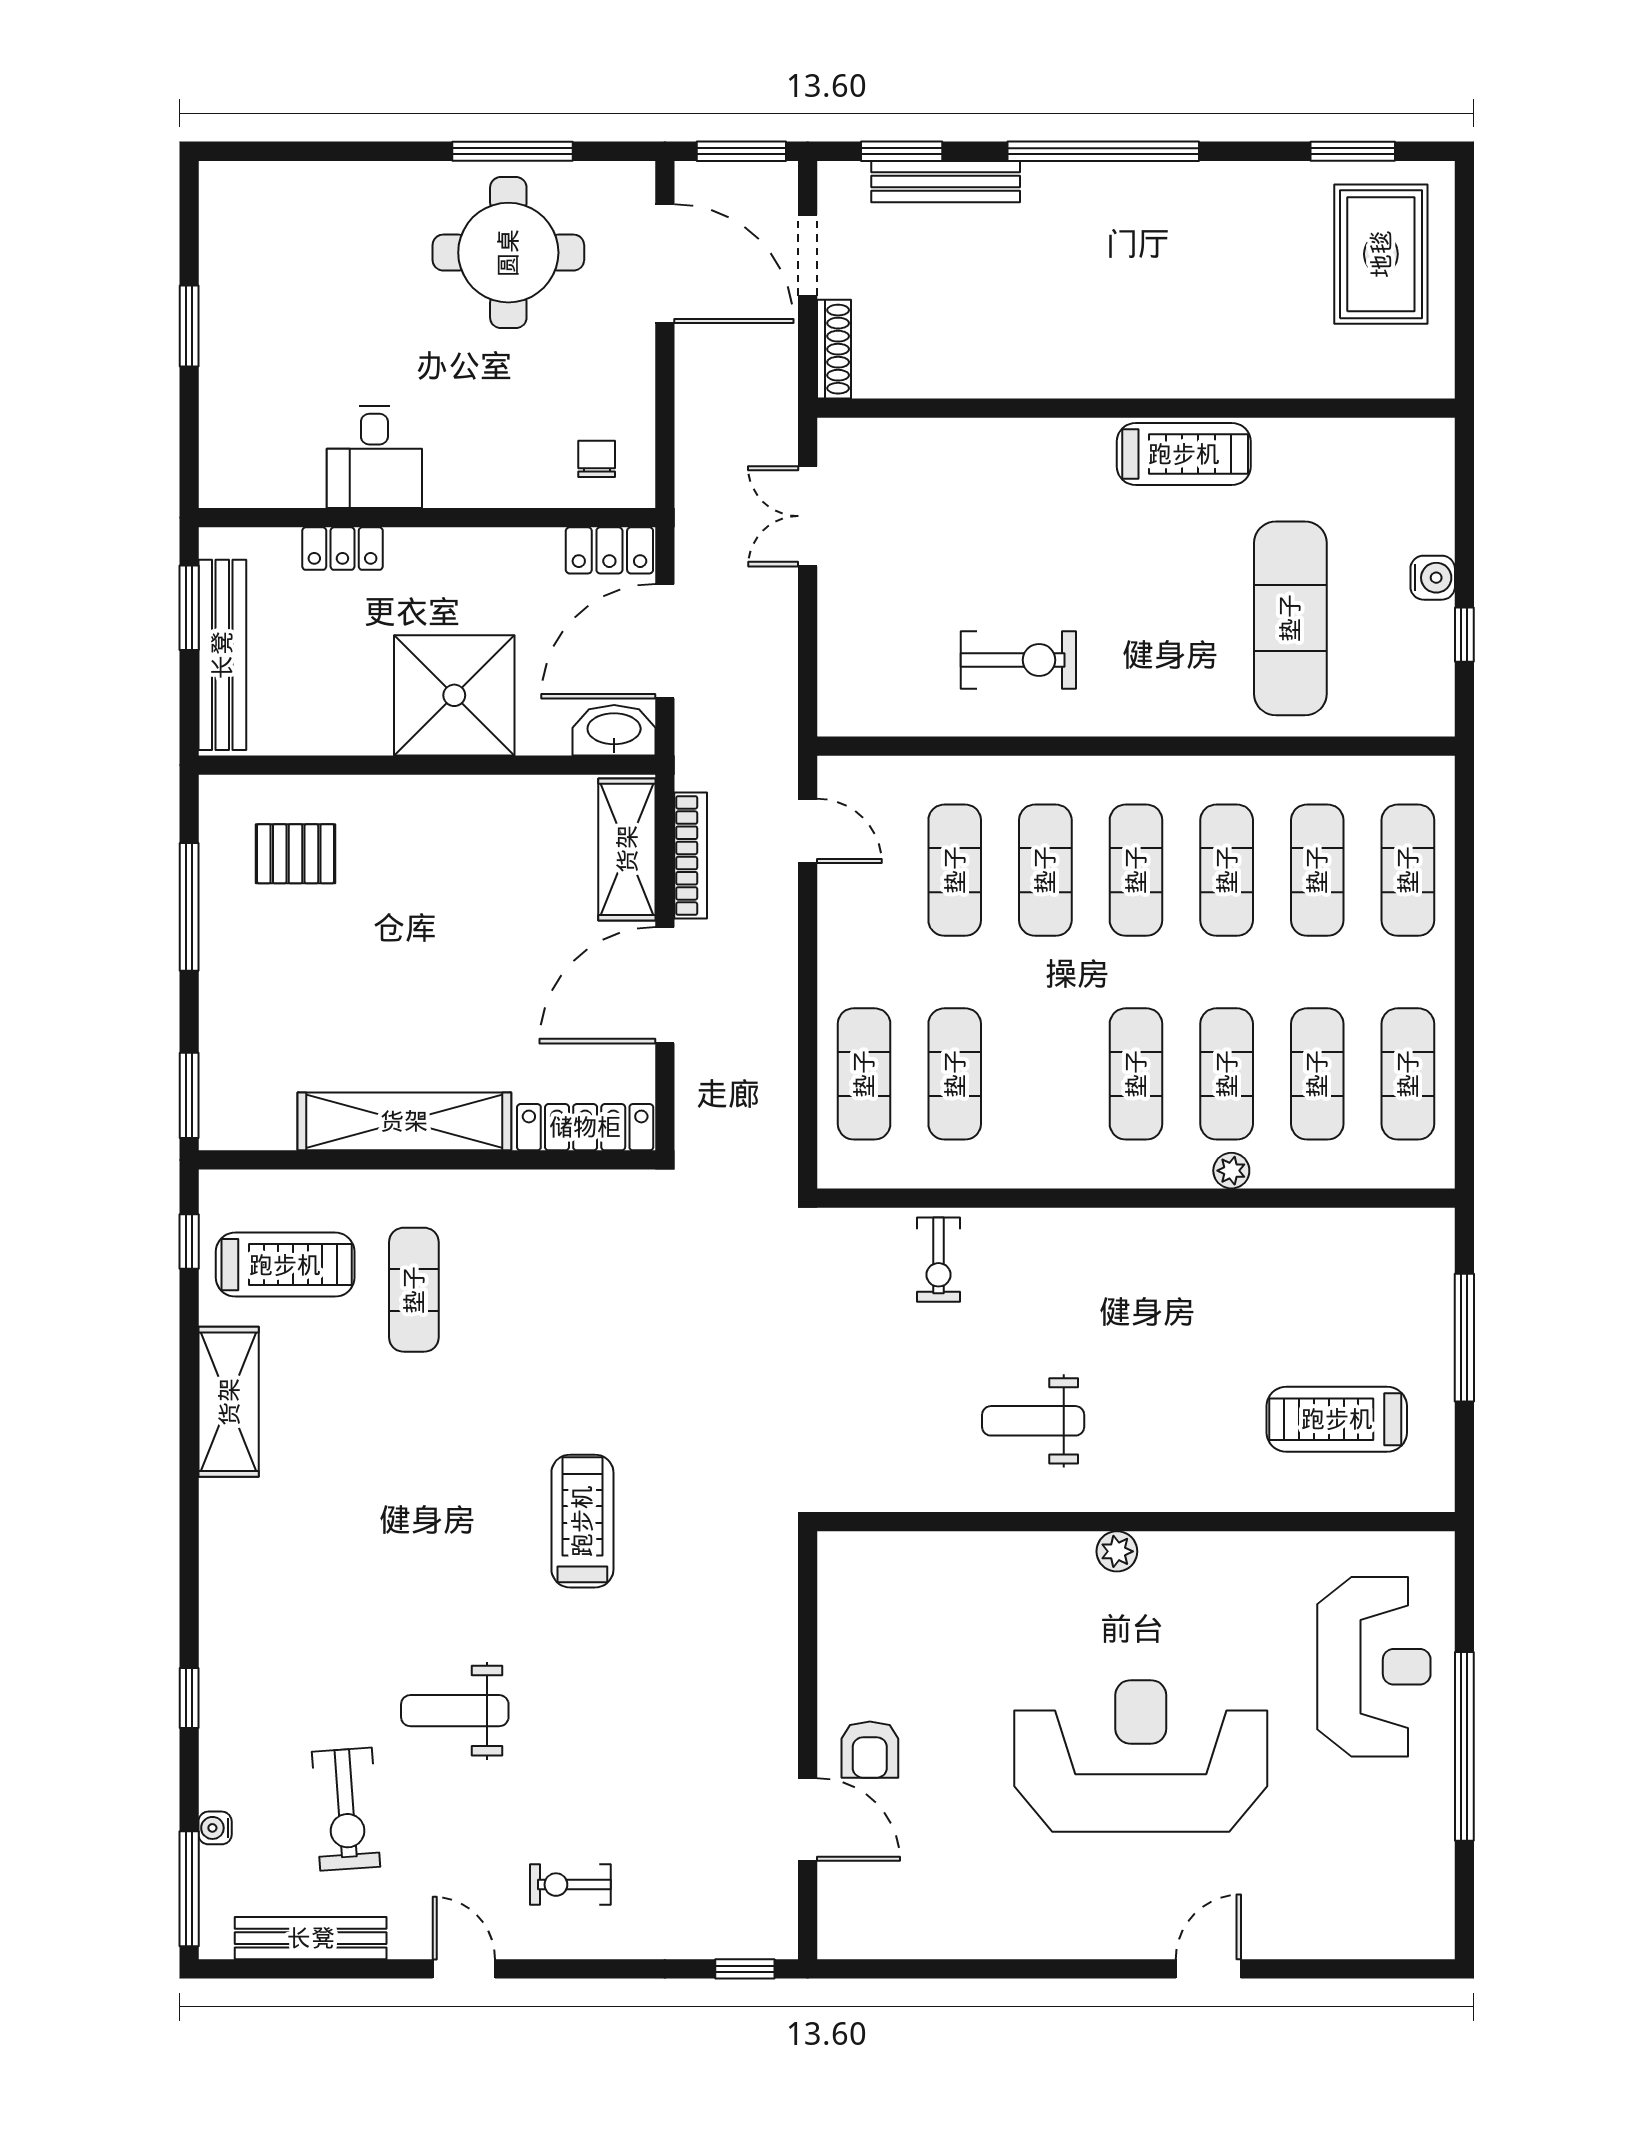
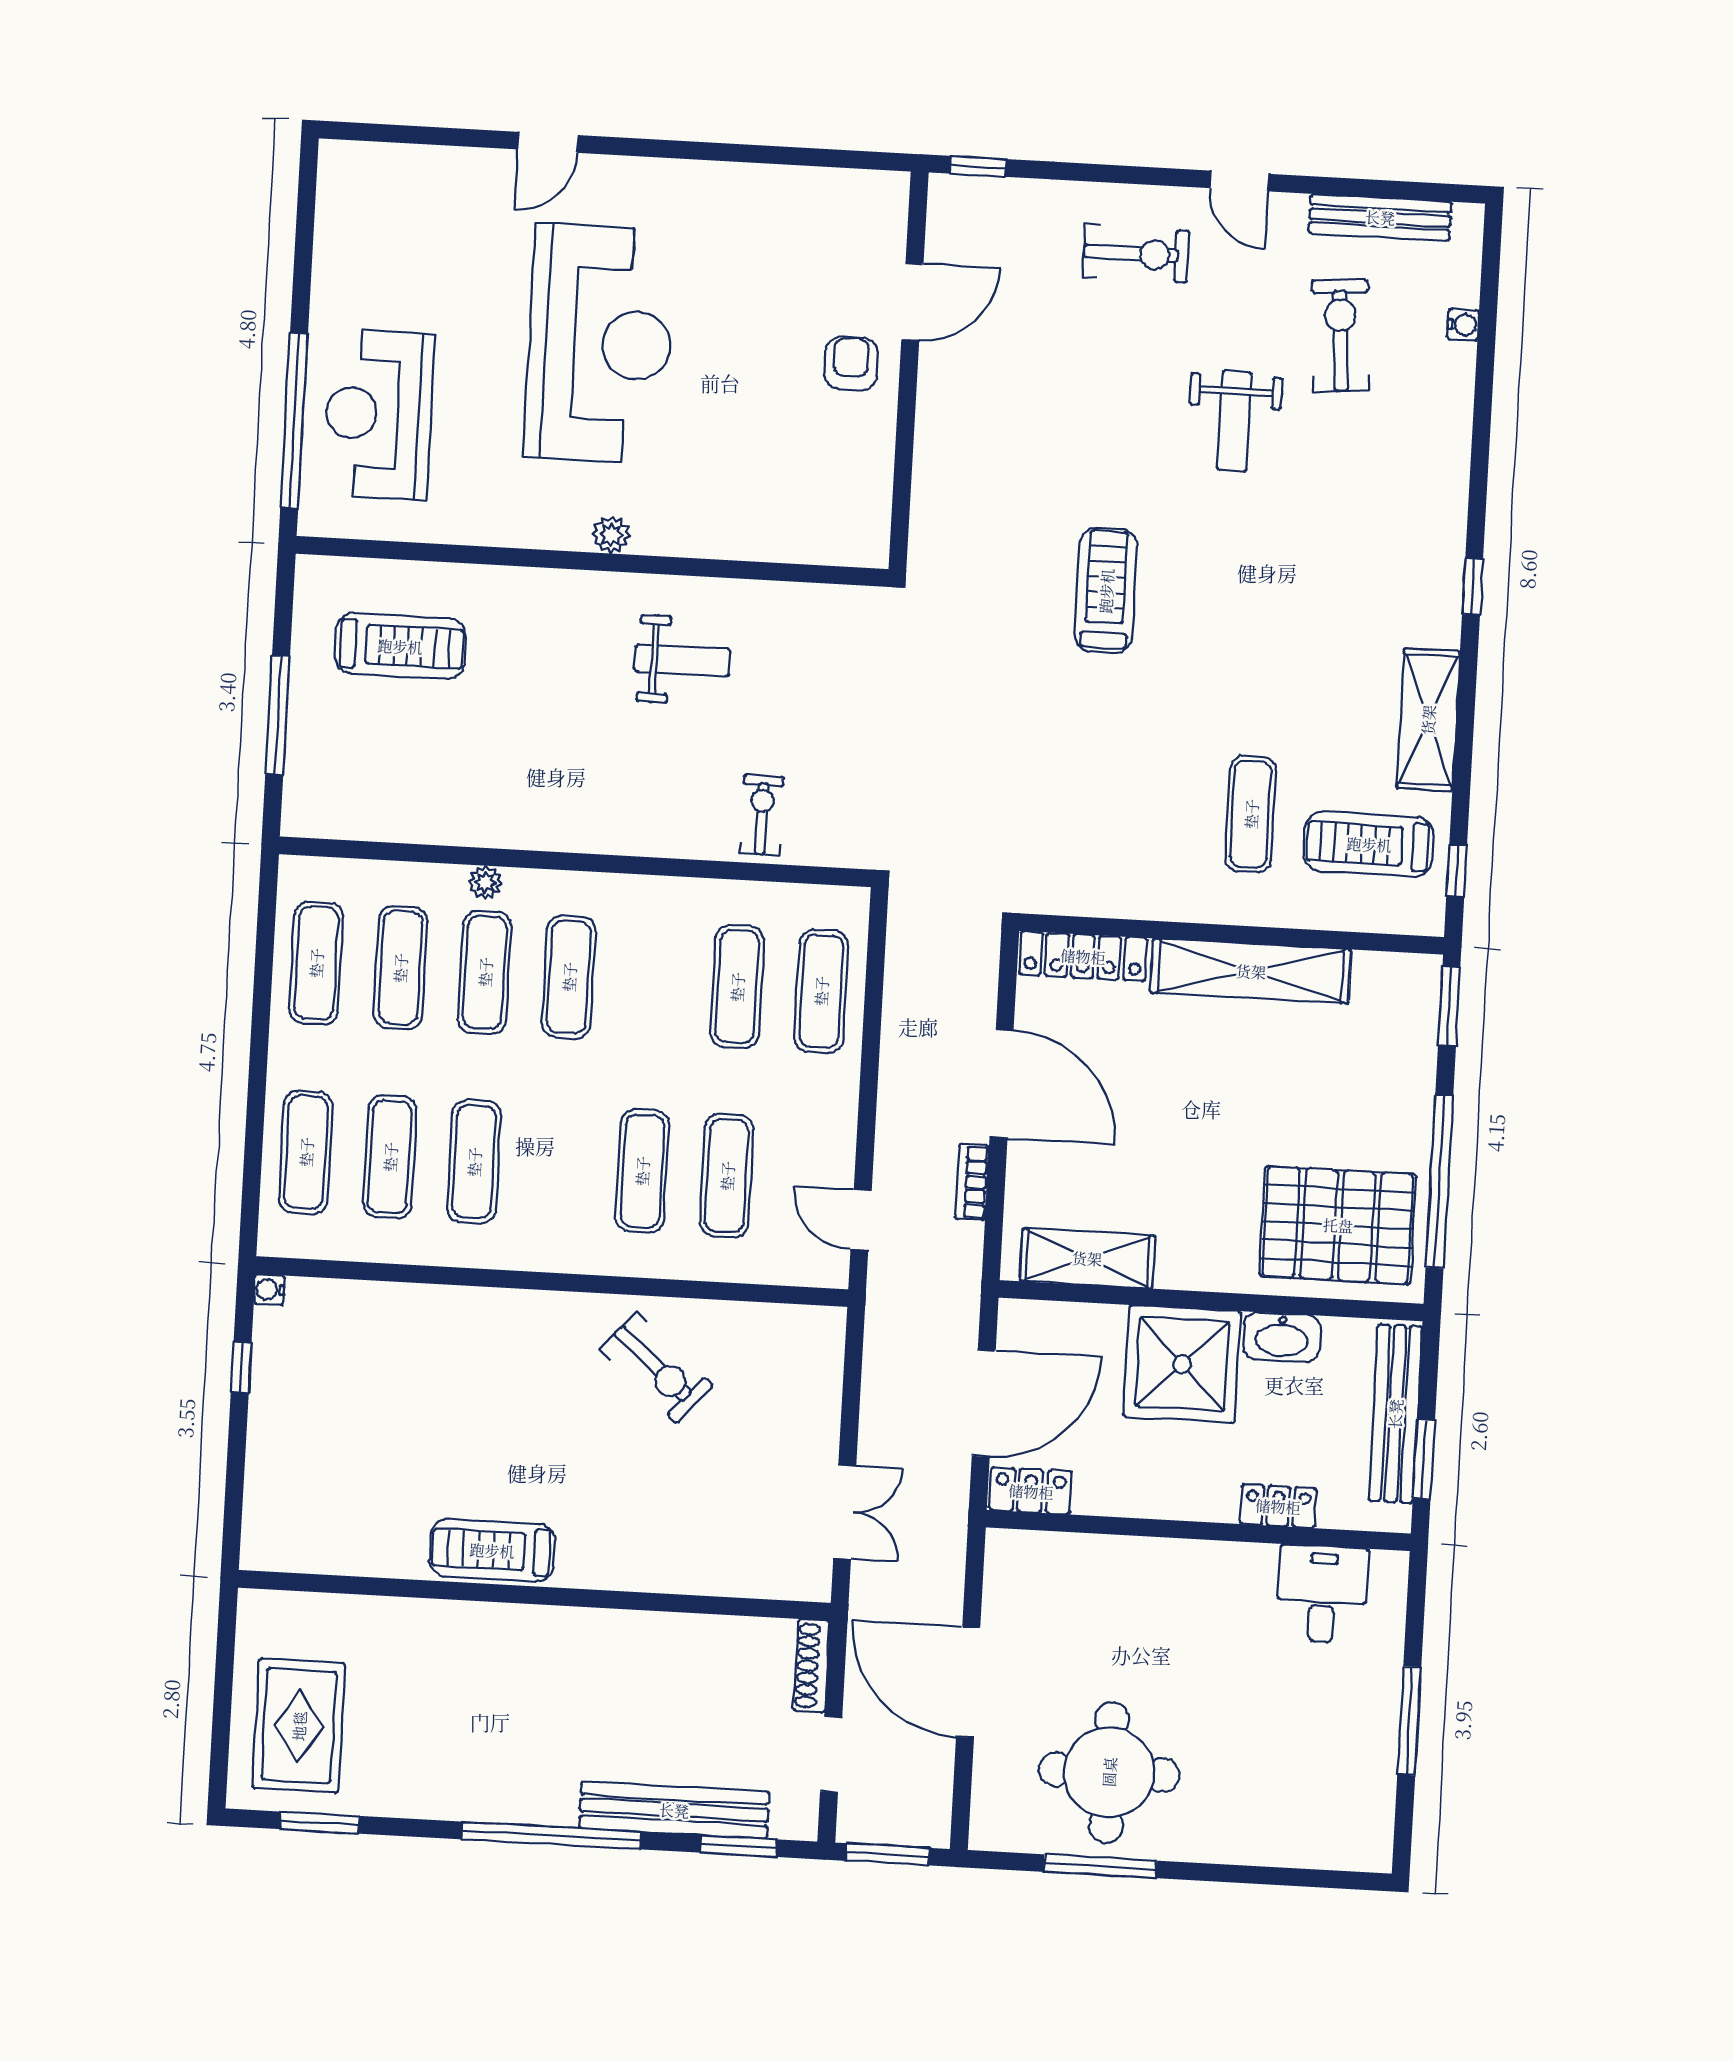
bench: (946, 182) -> (674, 1810), width x1.37, depth x1.21
door: (665, 264) -> (968, 1682), moved
window: (189, 326) -> (1409, 1721), width x1.44
desk: (374, 457) -> (1322, 1594), moved
chair: (597, 459) -> (1038, 1576), removed
water cooler: (1433, 578) -> (269, 1290), moved, width x0.72, depth x0.72
exercise mat: (1290, 618) -> (402, 1392), removed
exercise bike: (1018, 660) -> (657, 1368), turned -139
washbasin: (614, 730) -> (1282, 1337), moved
shelving: (627, 849) -> (1087, 1258), moved, turned 90
pallet: (296, 854) -> (1338, 1225), width x2.05, depth x2.00
bookcase: (691, 855) -> (972, 1182), width x0.64
exercise mat: (1136, 870) -> (558, 1166), removed
window: (189, 907) -> (1439, 1181), width x1.46
door: (665, 985) -> (1002, 1084), hinge flipped
treadmill: (582, 1521) -> (1106, 591), turned 180
window: (189, 1698) -> (1473, 587), moved
weight bench: (455, 1711) -> (1234, 421), turned 90
window: (1464, 1746) -> (294, 421), moved
reception desk: (1141, 1756) -> (600, 343), turned -90
door: (808, 1820) -> (912, 302), swing flipped
exercise bike: (570, 1885) -> (1136, 254), width x1.38, depth x1.39
window: (189, 1889) -> (1490, 270), removed

